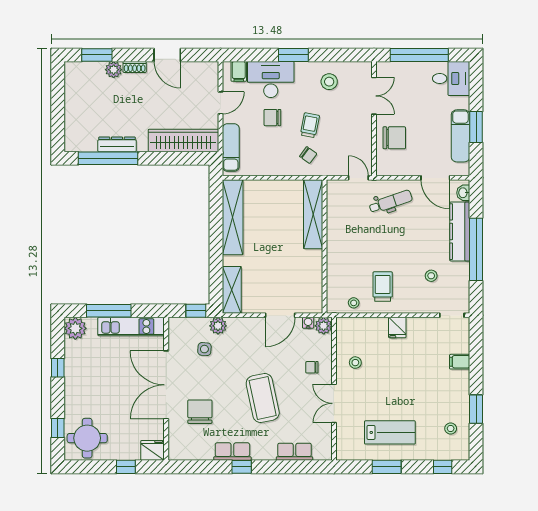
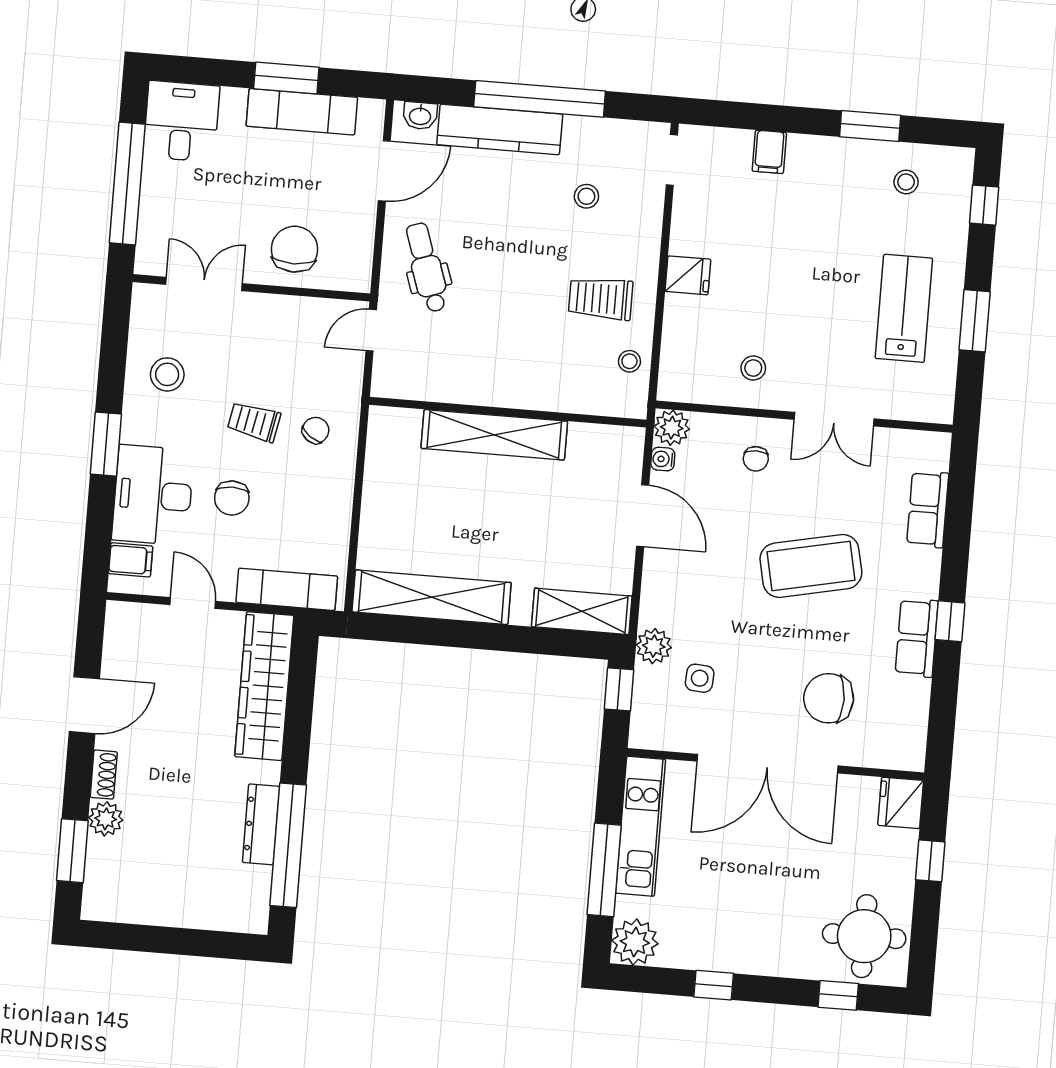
shelving: (313, 214) -> (494, 435), moved

